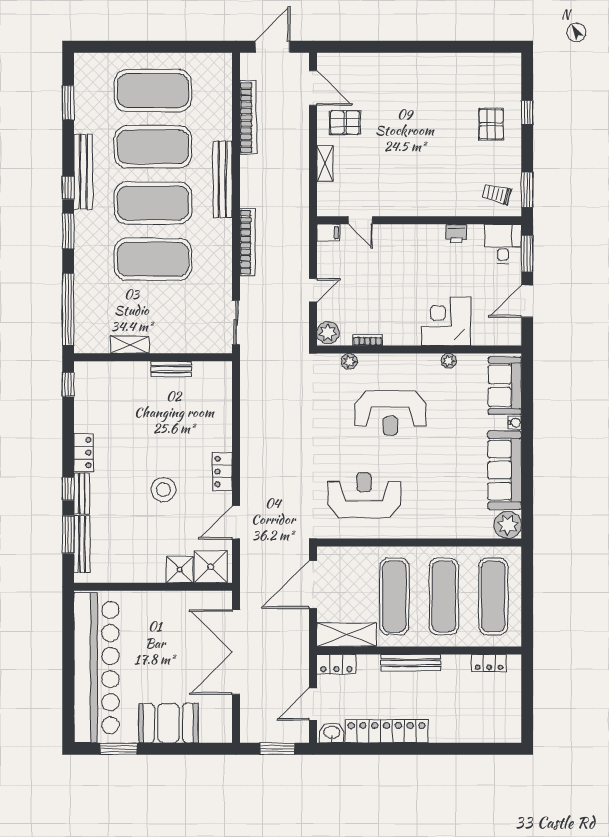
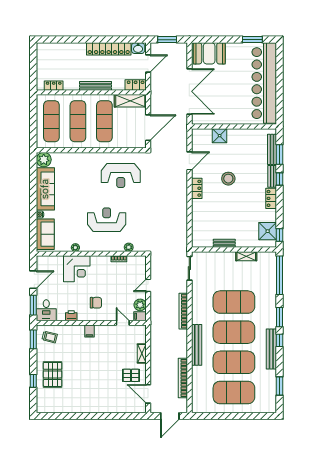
pallet: (491, 124) -> (53, 374), width x1.50, depth x1.42
filing cabinet: (422, 205) -> (89, 331), added
chair: (410, 258) -> (96, 303), added
plant: (328, 333) -> (140, 305), moved
shower: (211, 567) -> (268, 231), moved
booth: (168, 723) -> (209, 53), moved

